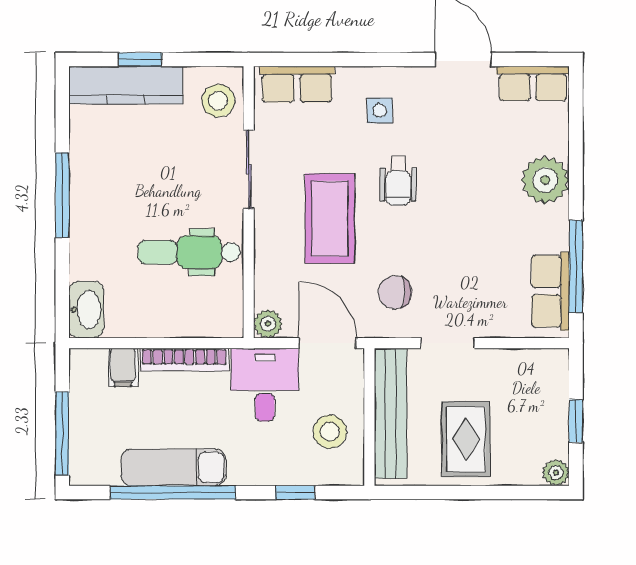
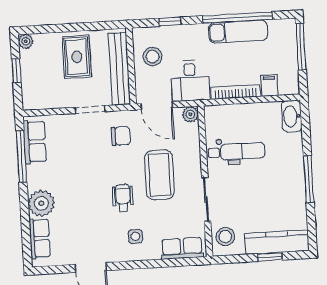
row of seats: (533, 84) -> (40, 238), moved, turned 90

